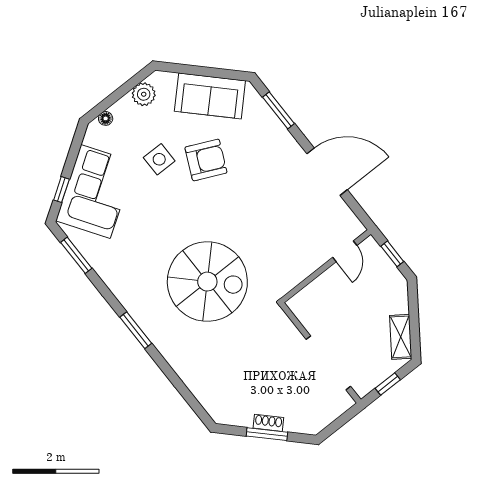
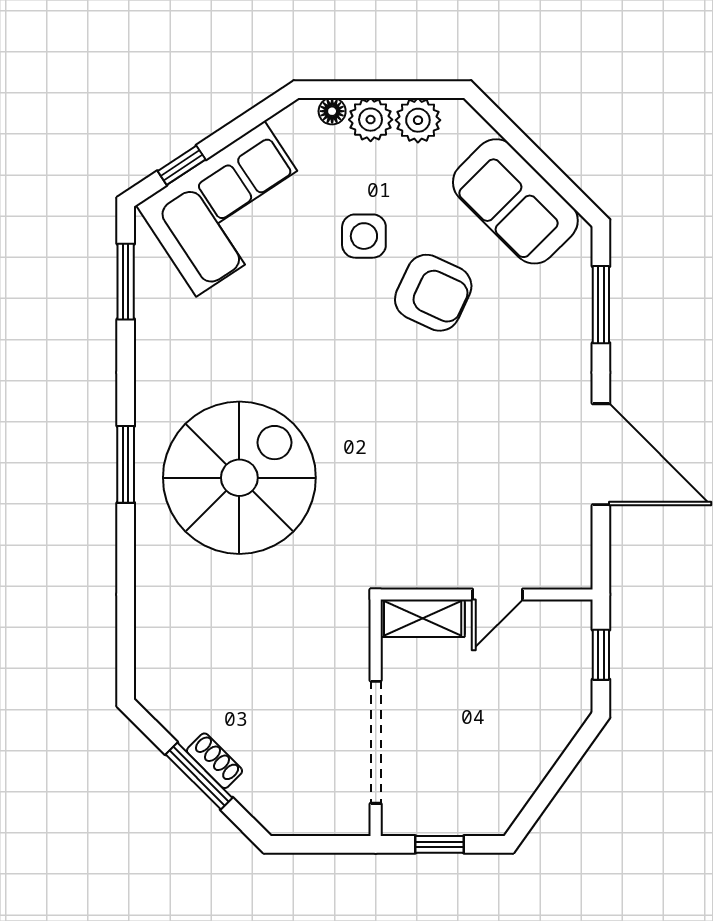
plant: (124, 109) -> (371, 120), added
door: (345, 251) -> (498, 594), moved
spiral stairs: (207, 282) -> (239, 478), moved, turned -90
shelving: (401, 337) -> (423, 618), moved, turned 55

